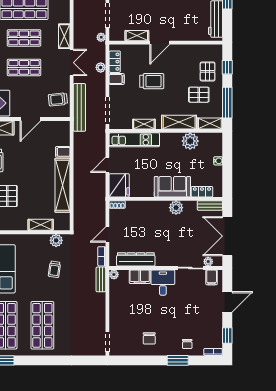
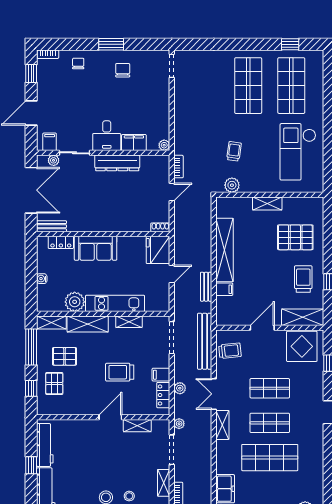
kitchen unit: (134, 140) -> (115, 303), moved
plant: (176, 208) -> (91, 224), removed
shelving: (41, 225) -> (267, 203), moved
dresser: (136, 259) -> (117, 163), moved
bench: (101, 279) -> (206, 287), moved
window: (178, 360) -> (111, 44), moved

